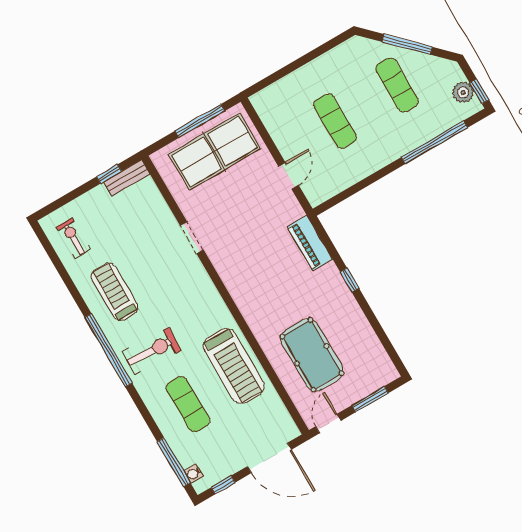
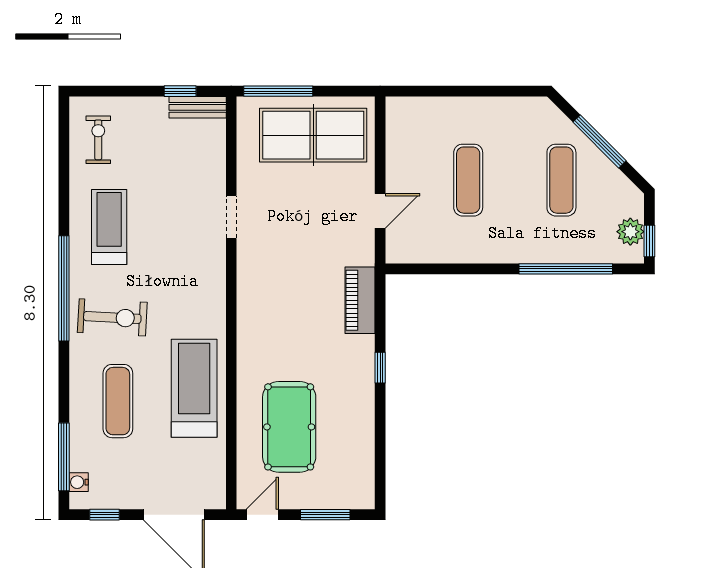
window: (200, 121) -> (278, 91), moved
treadmill: (234, 366) -> (194, 388), turned 180

